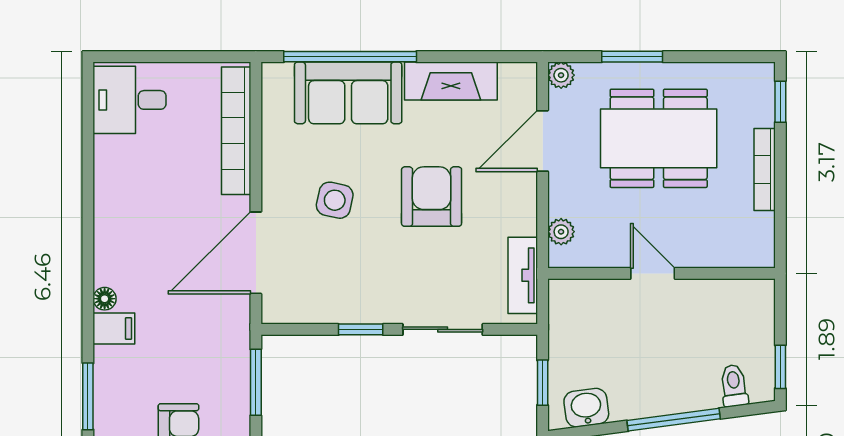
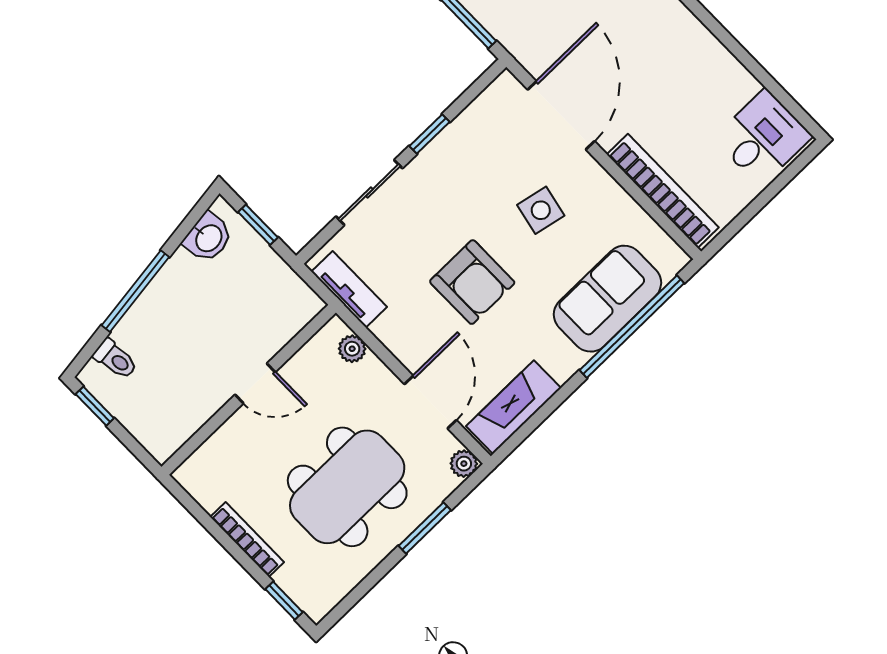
fireplace: (451, 81) -> (513, 407), moved

